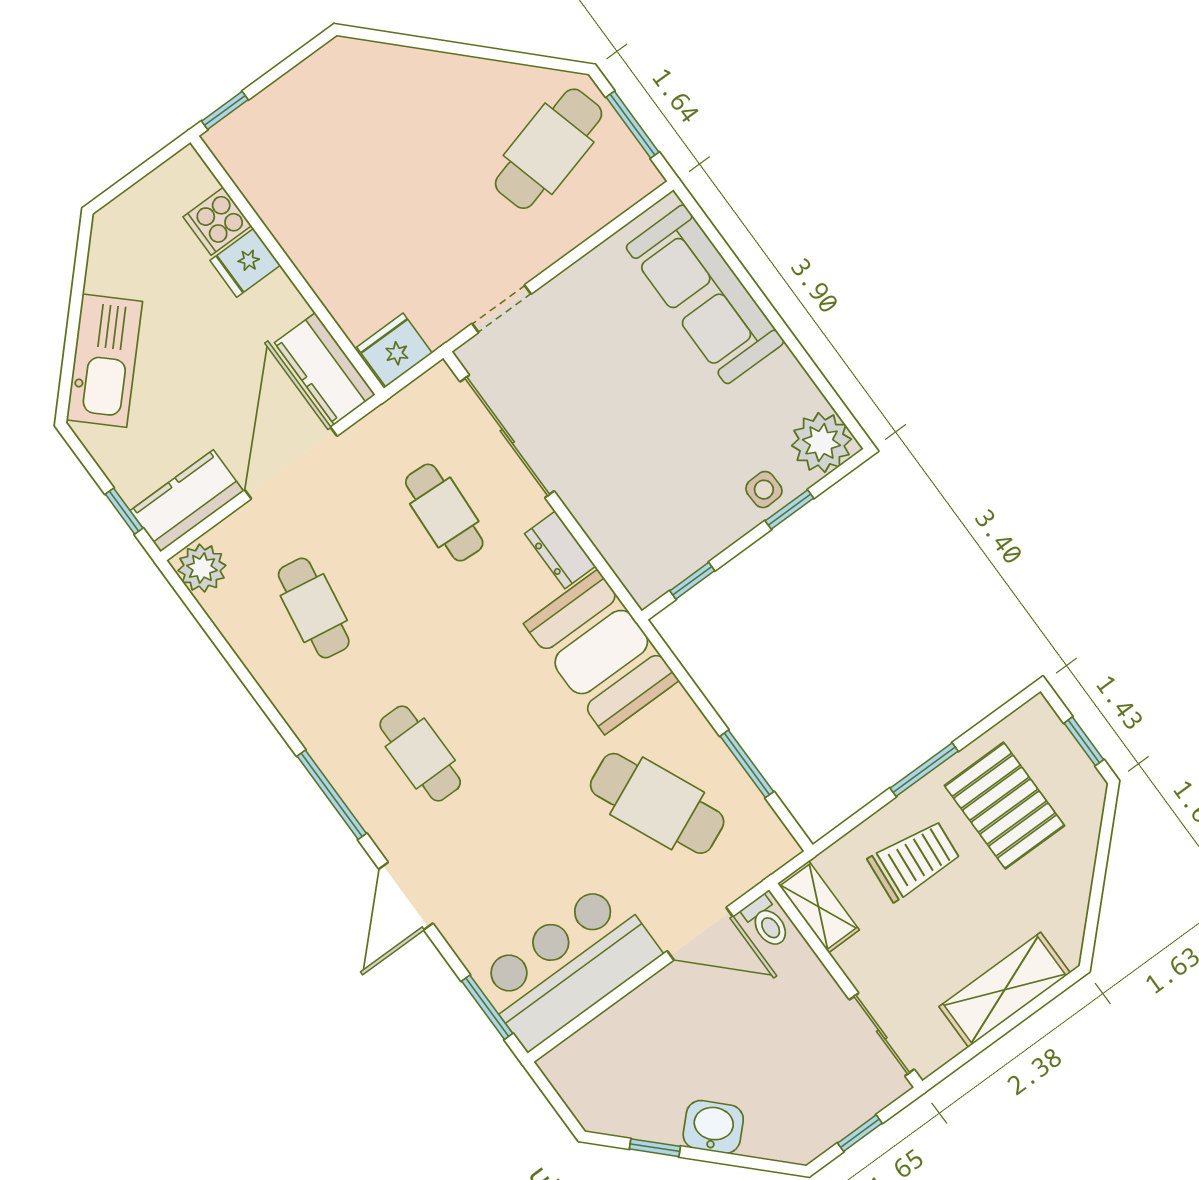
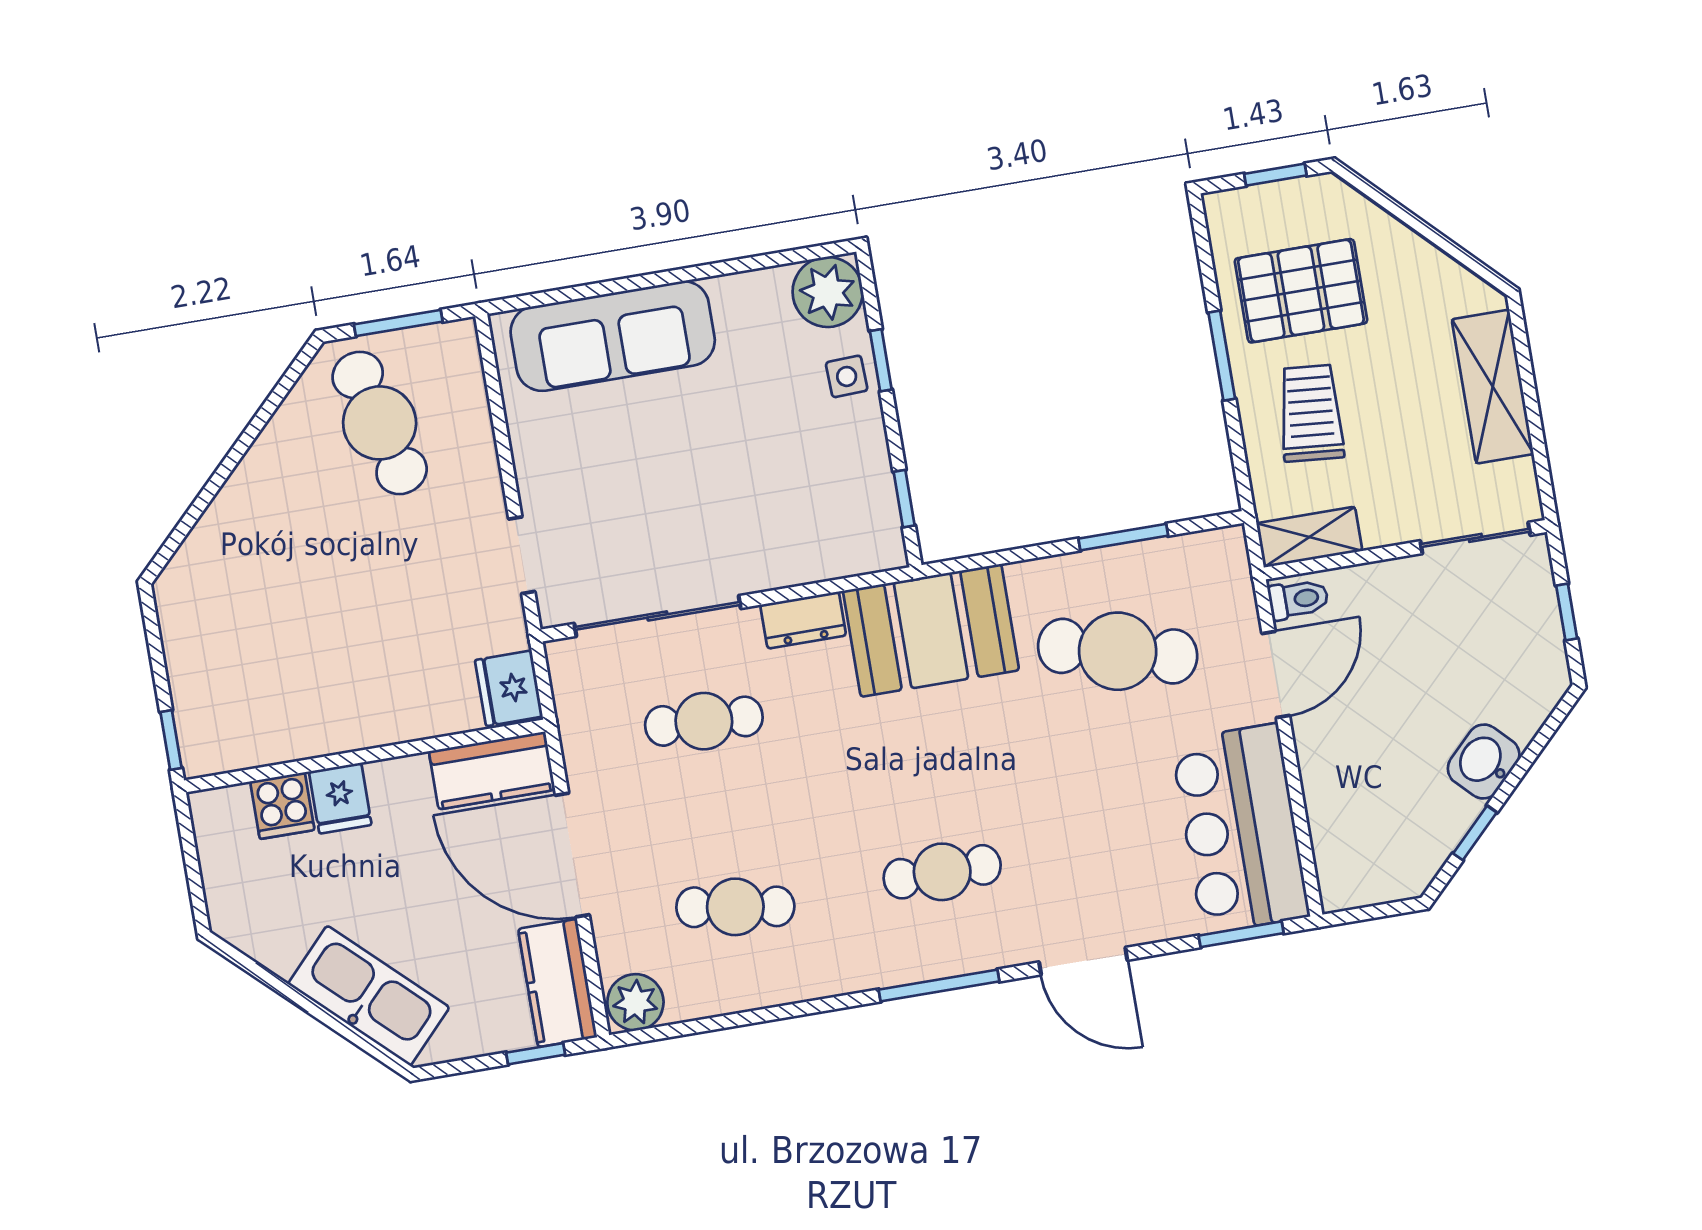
cafe table: (657, 803) -> (1118, 651), turned 39

